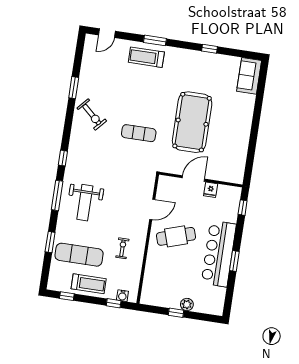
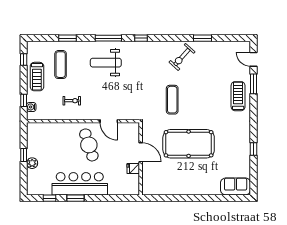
window: (155, 40) -> (254, 84), moved
window: (243, 208) -> (49, 198), moved
exercise mat: (79, 255) -> (61, 65), width x0.73, depth x0.69

